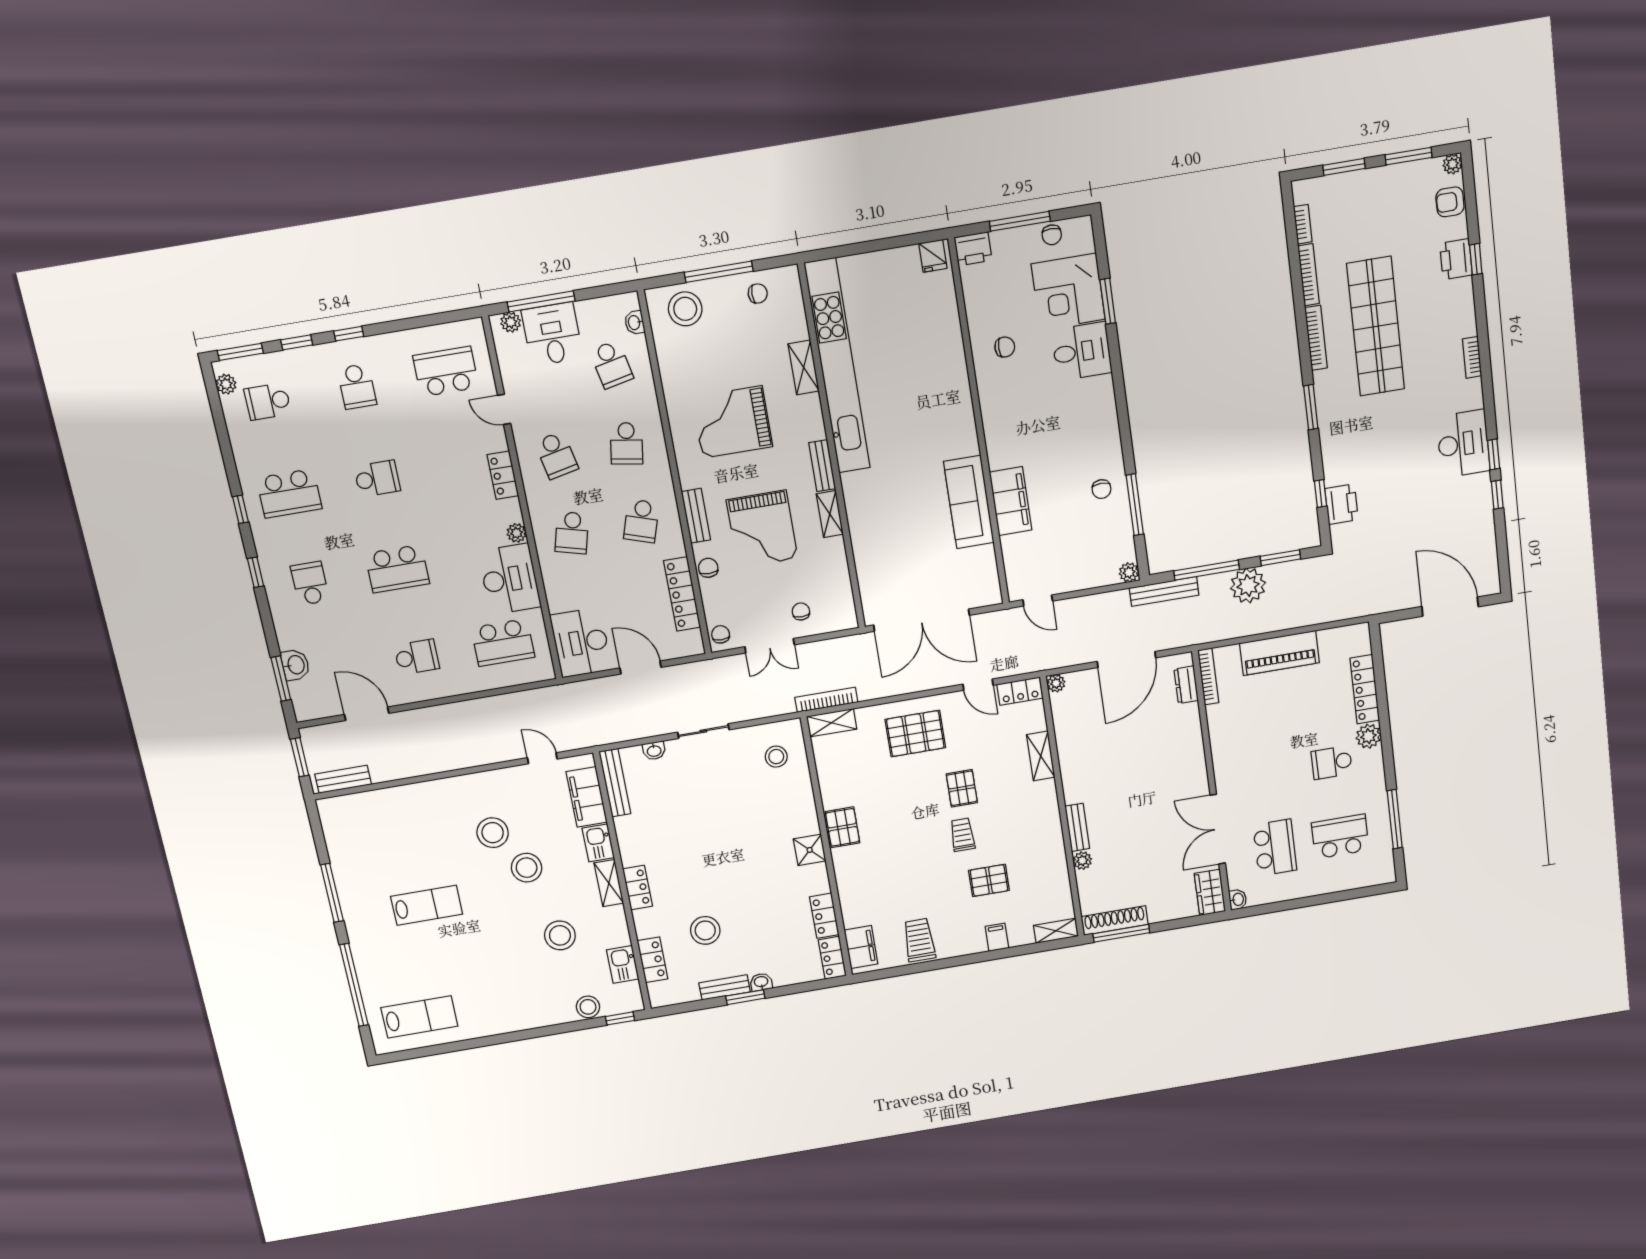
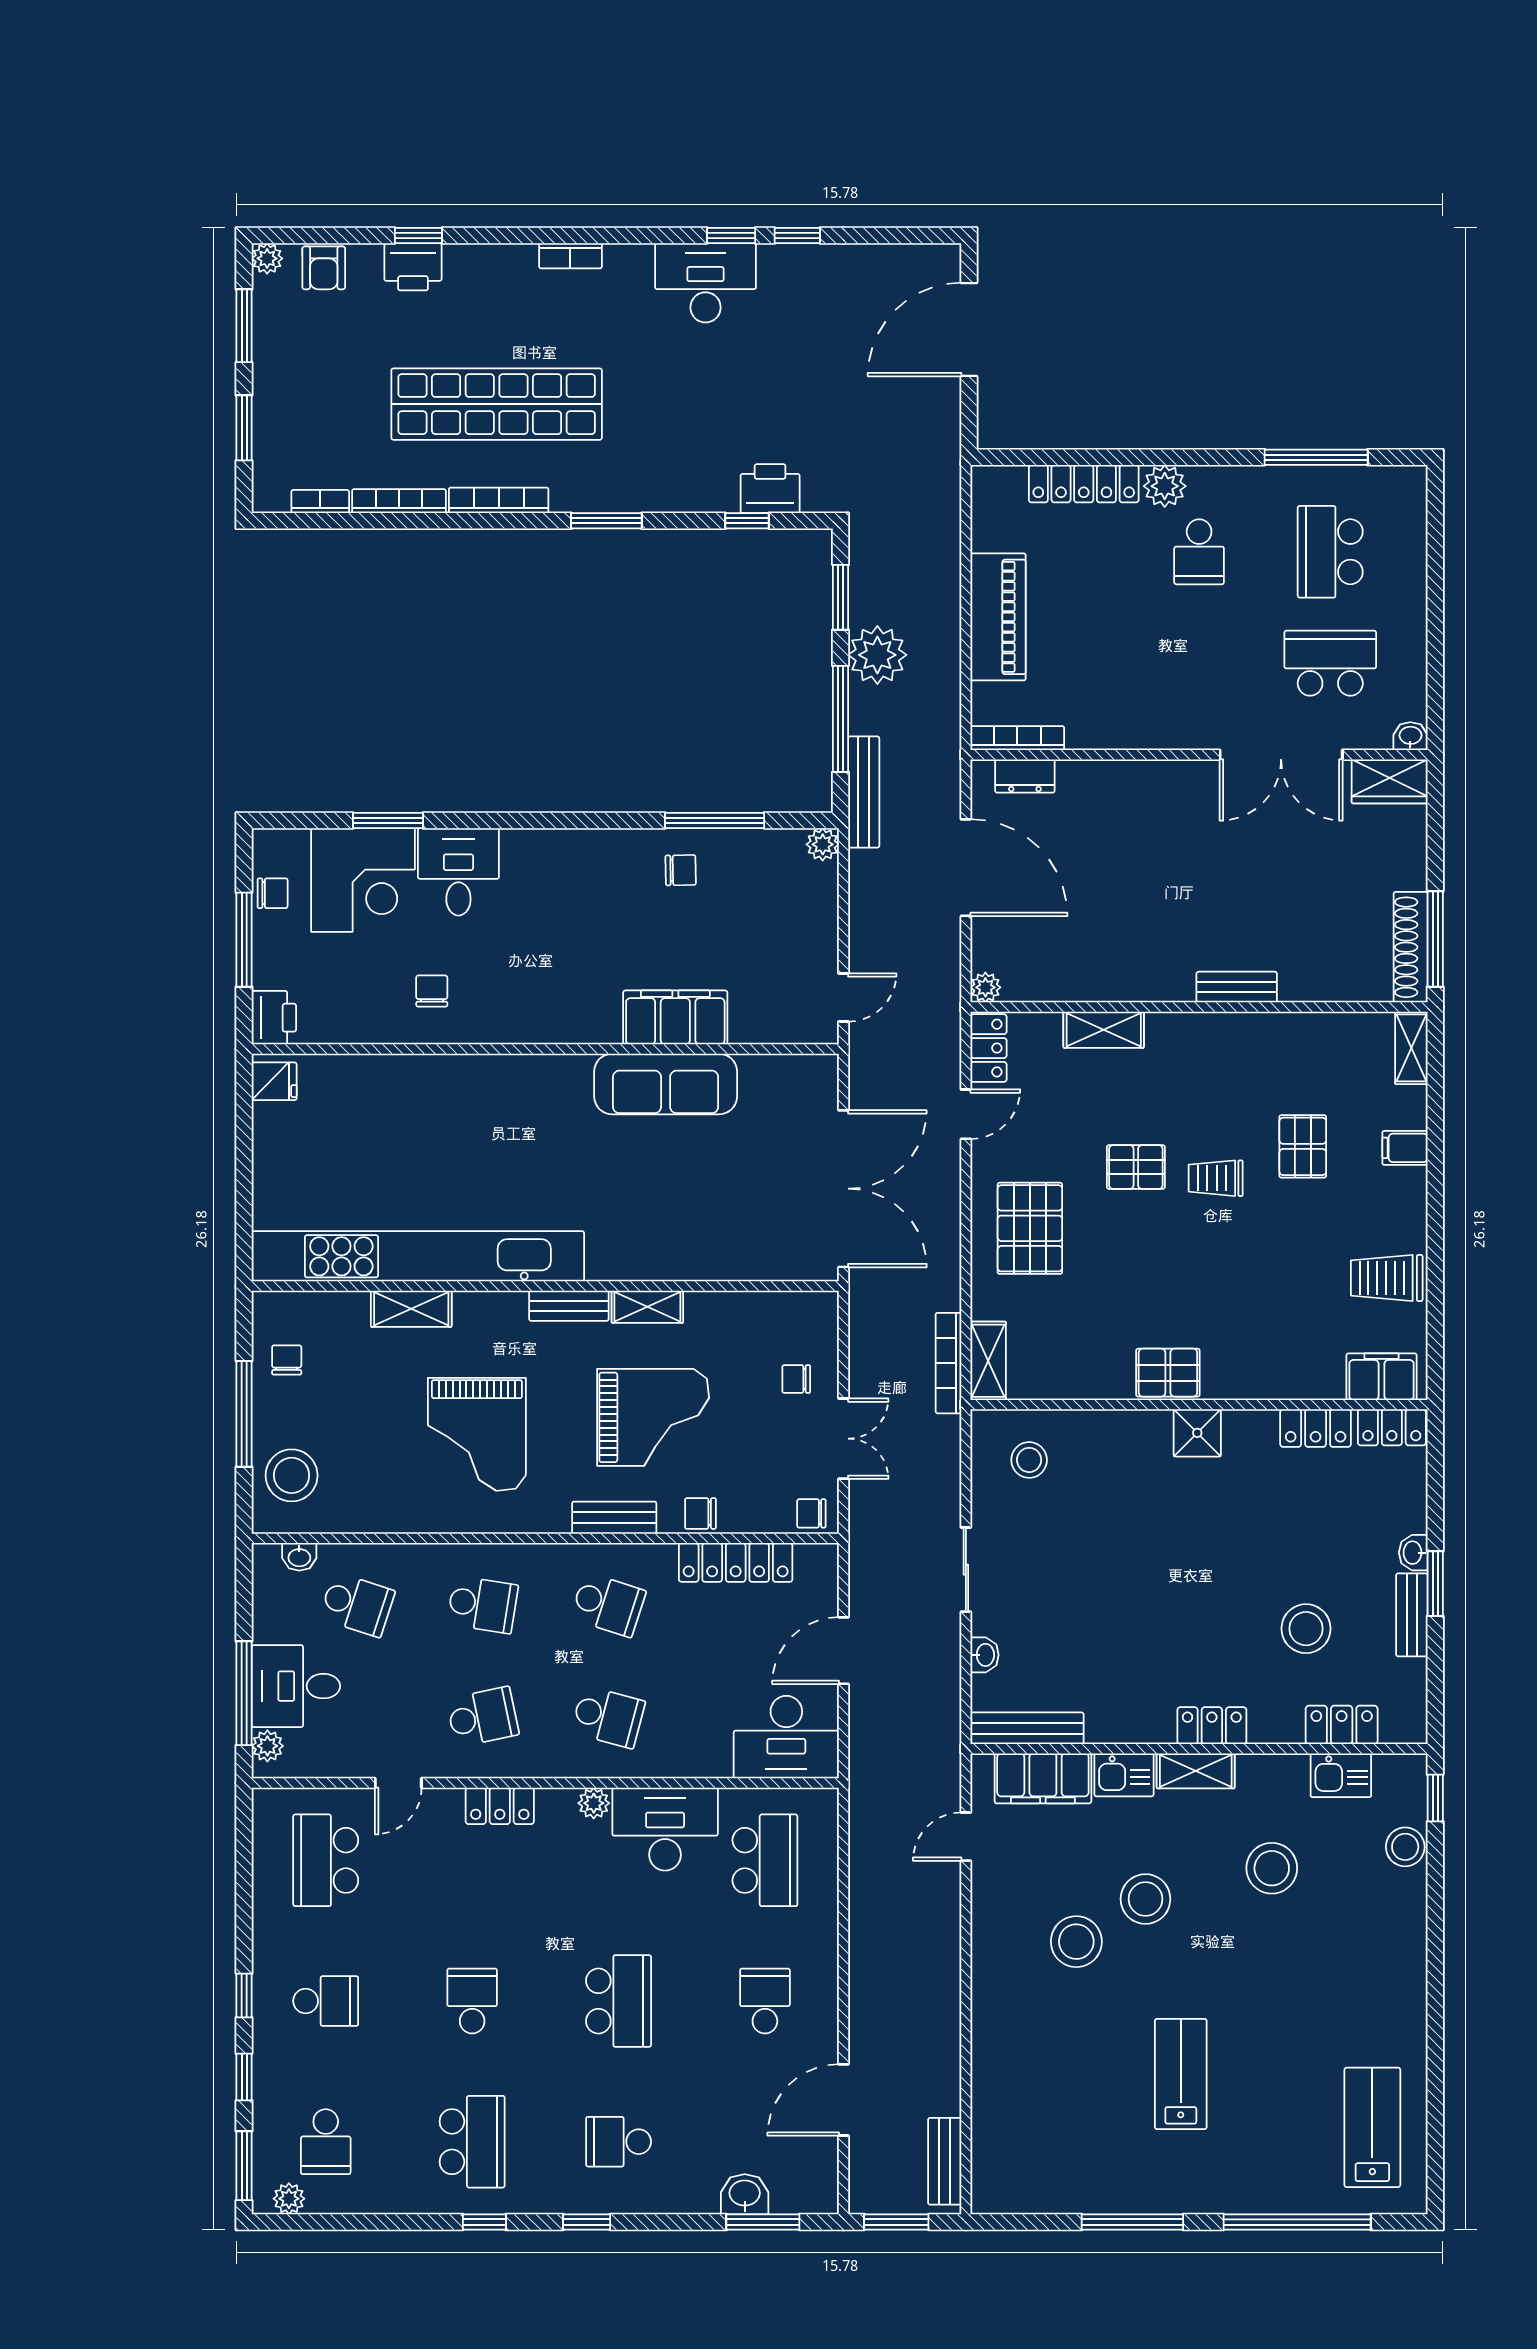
school desk: (611, 364) -> (357, 1605), turned 30
plant: (1082, 861) -> (1296, 987), removed

